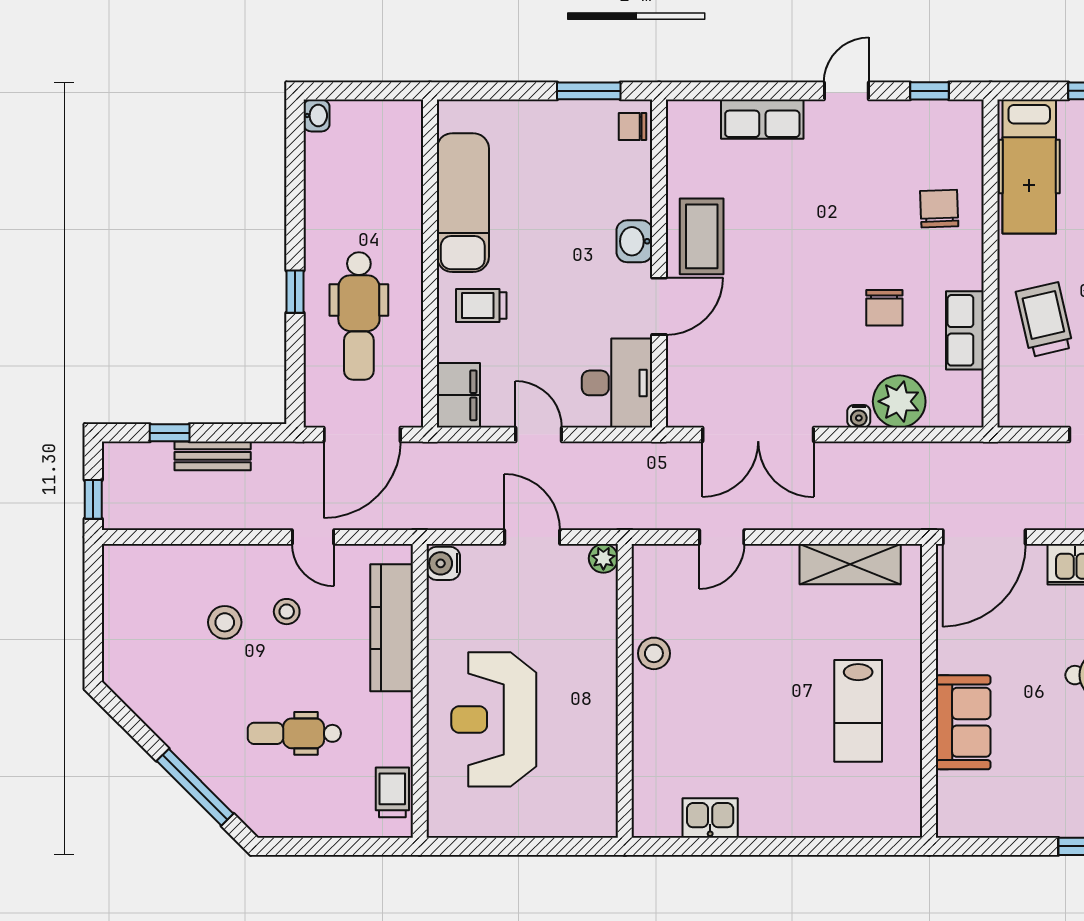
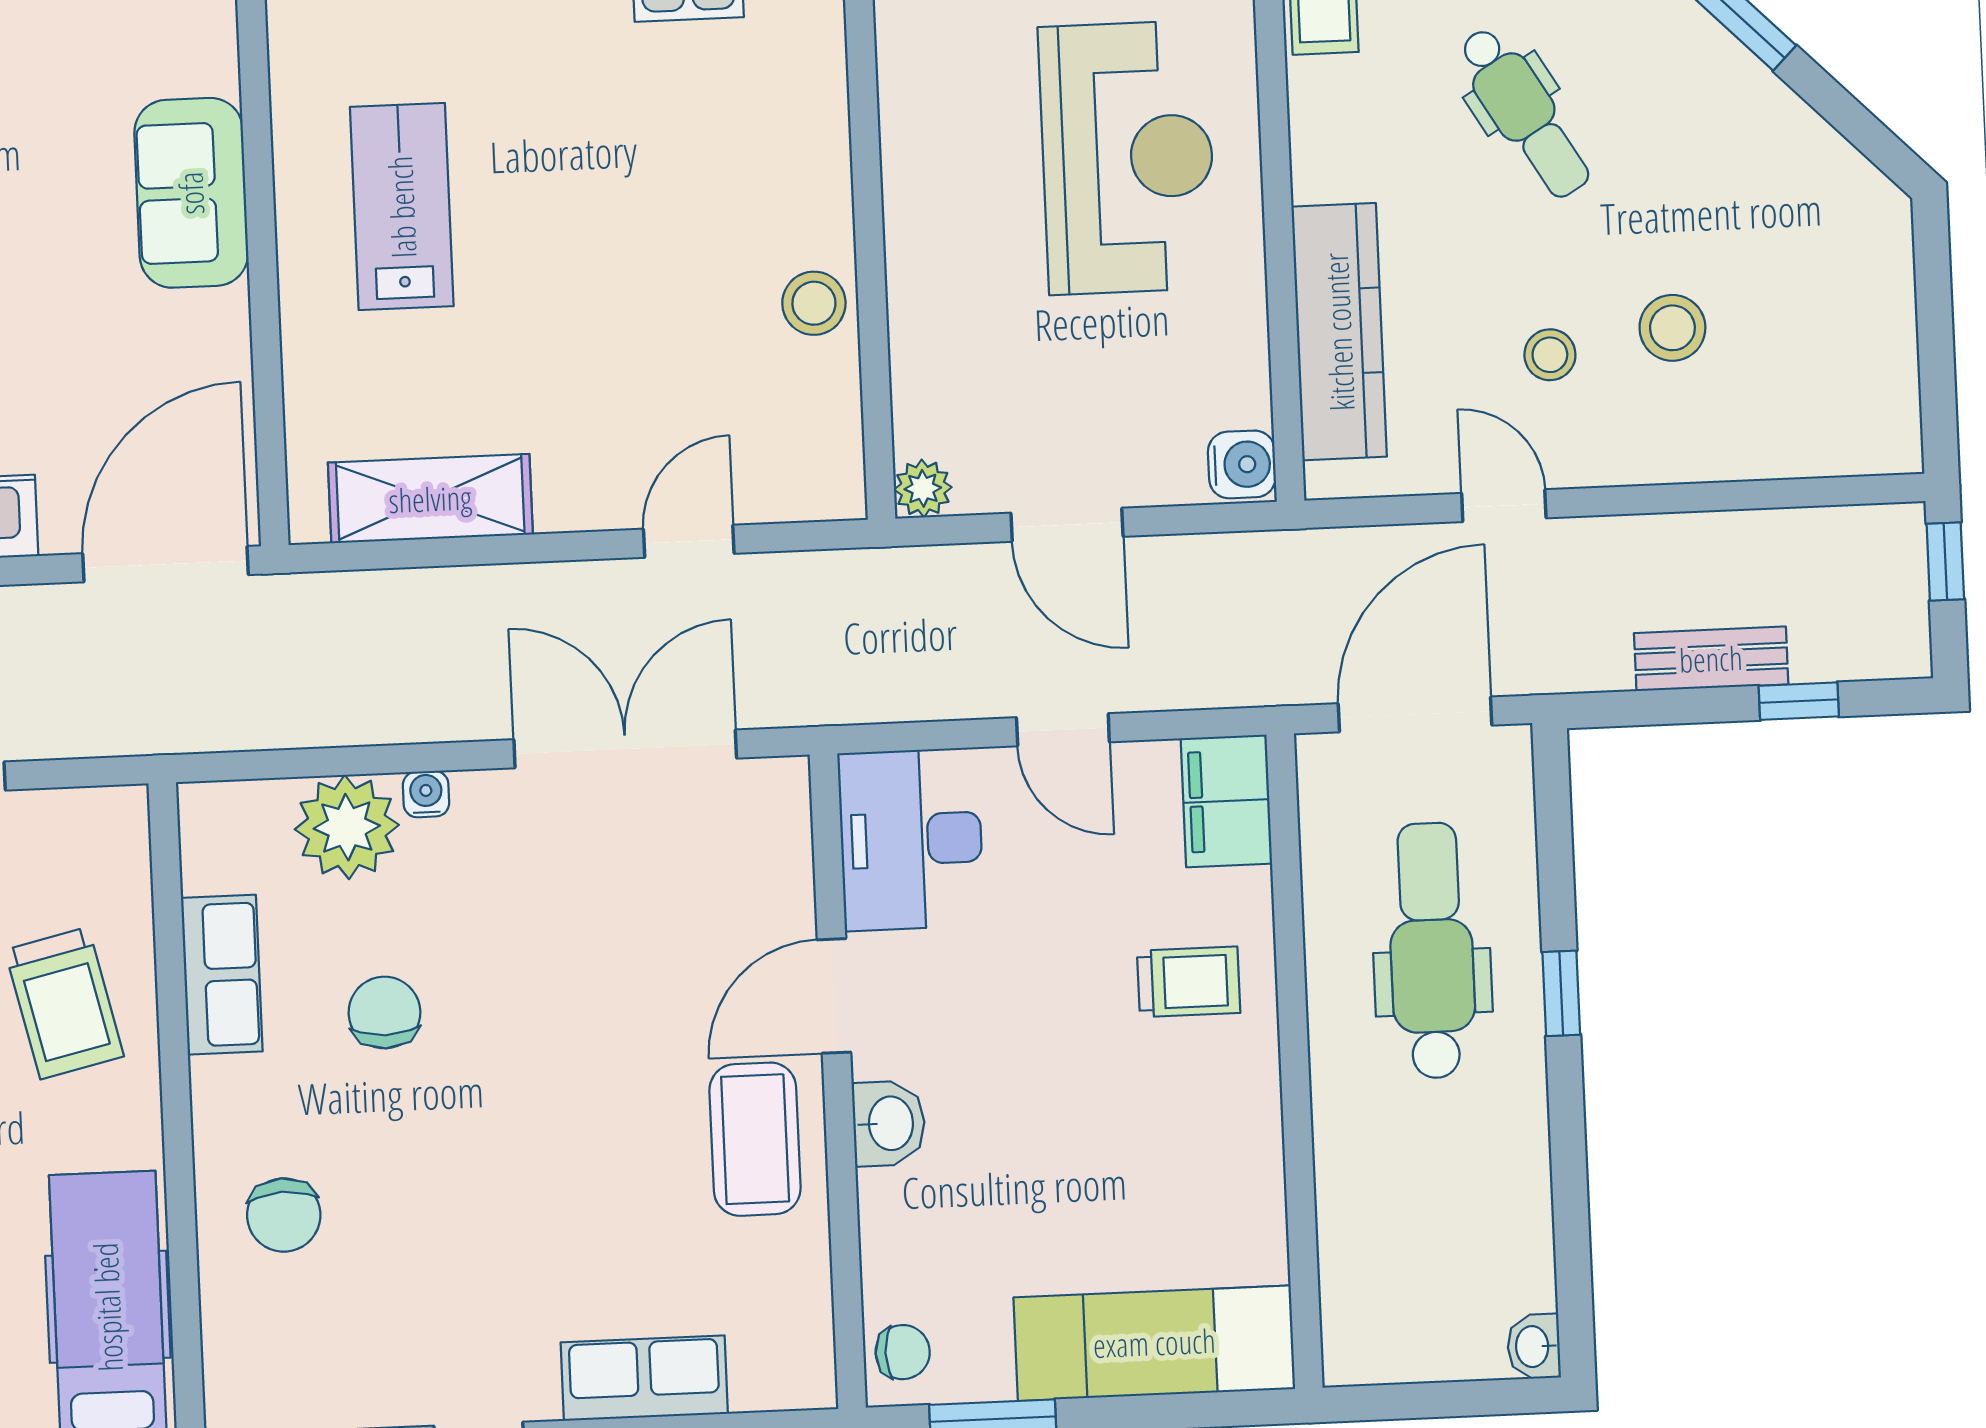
exam couch: (463, 203) -> (1154, 1343), moved, turned 90
dental chair: (294, 733) -> (1524, 112), turned 59

